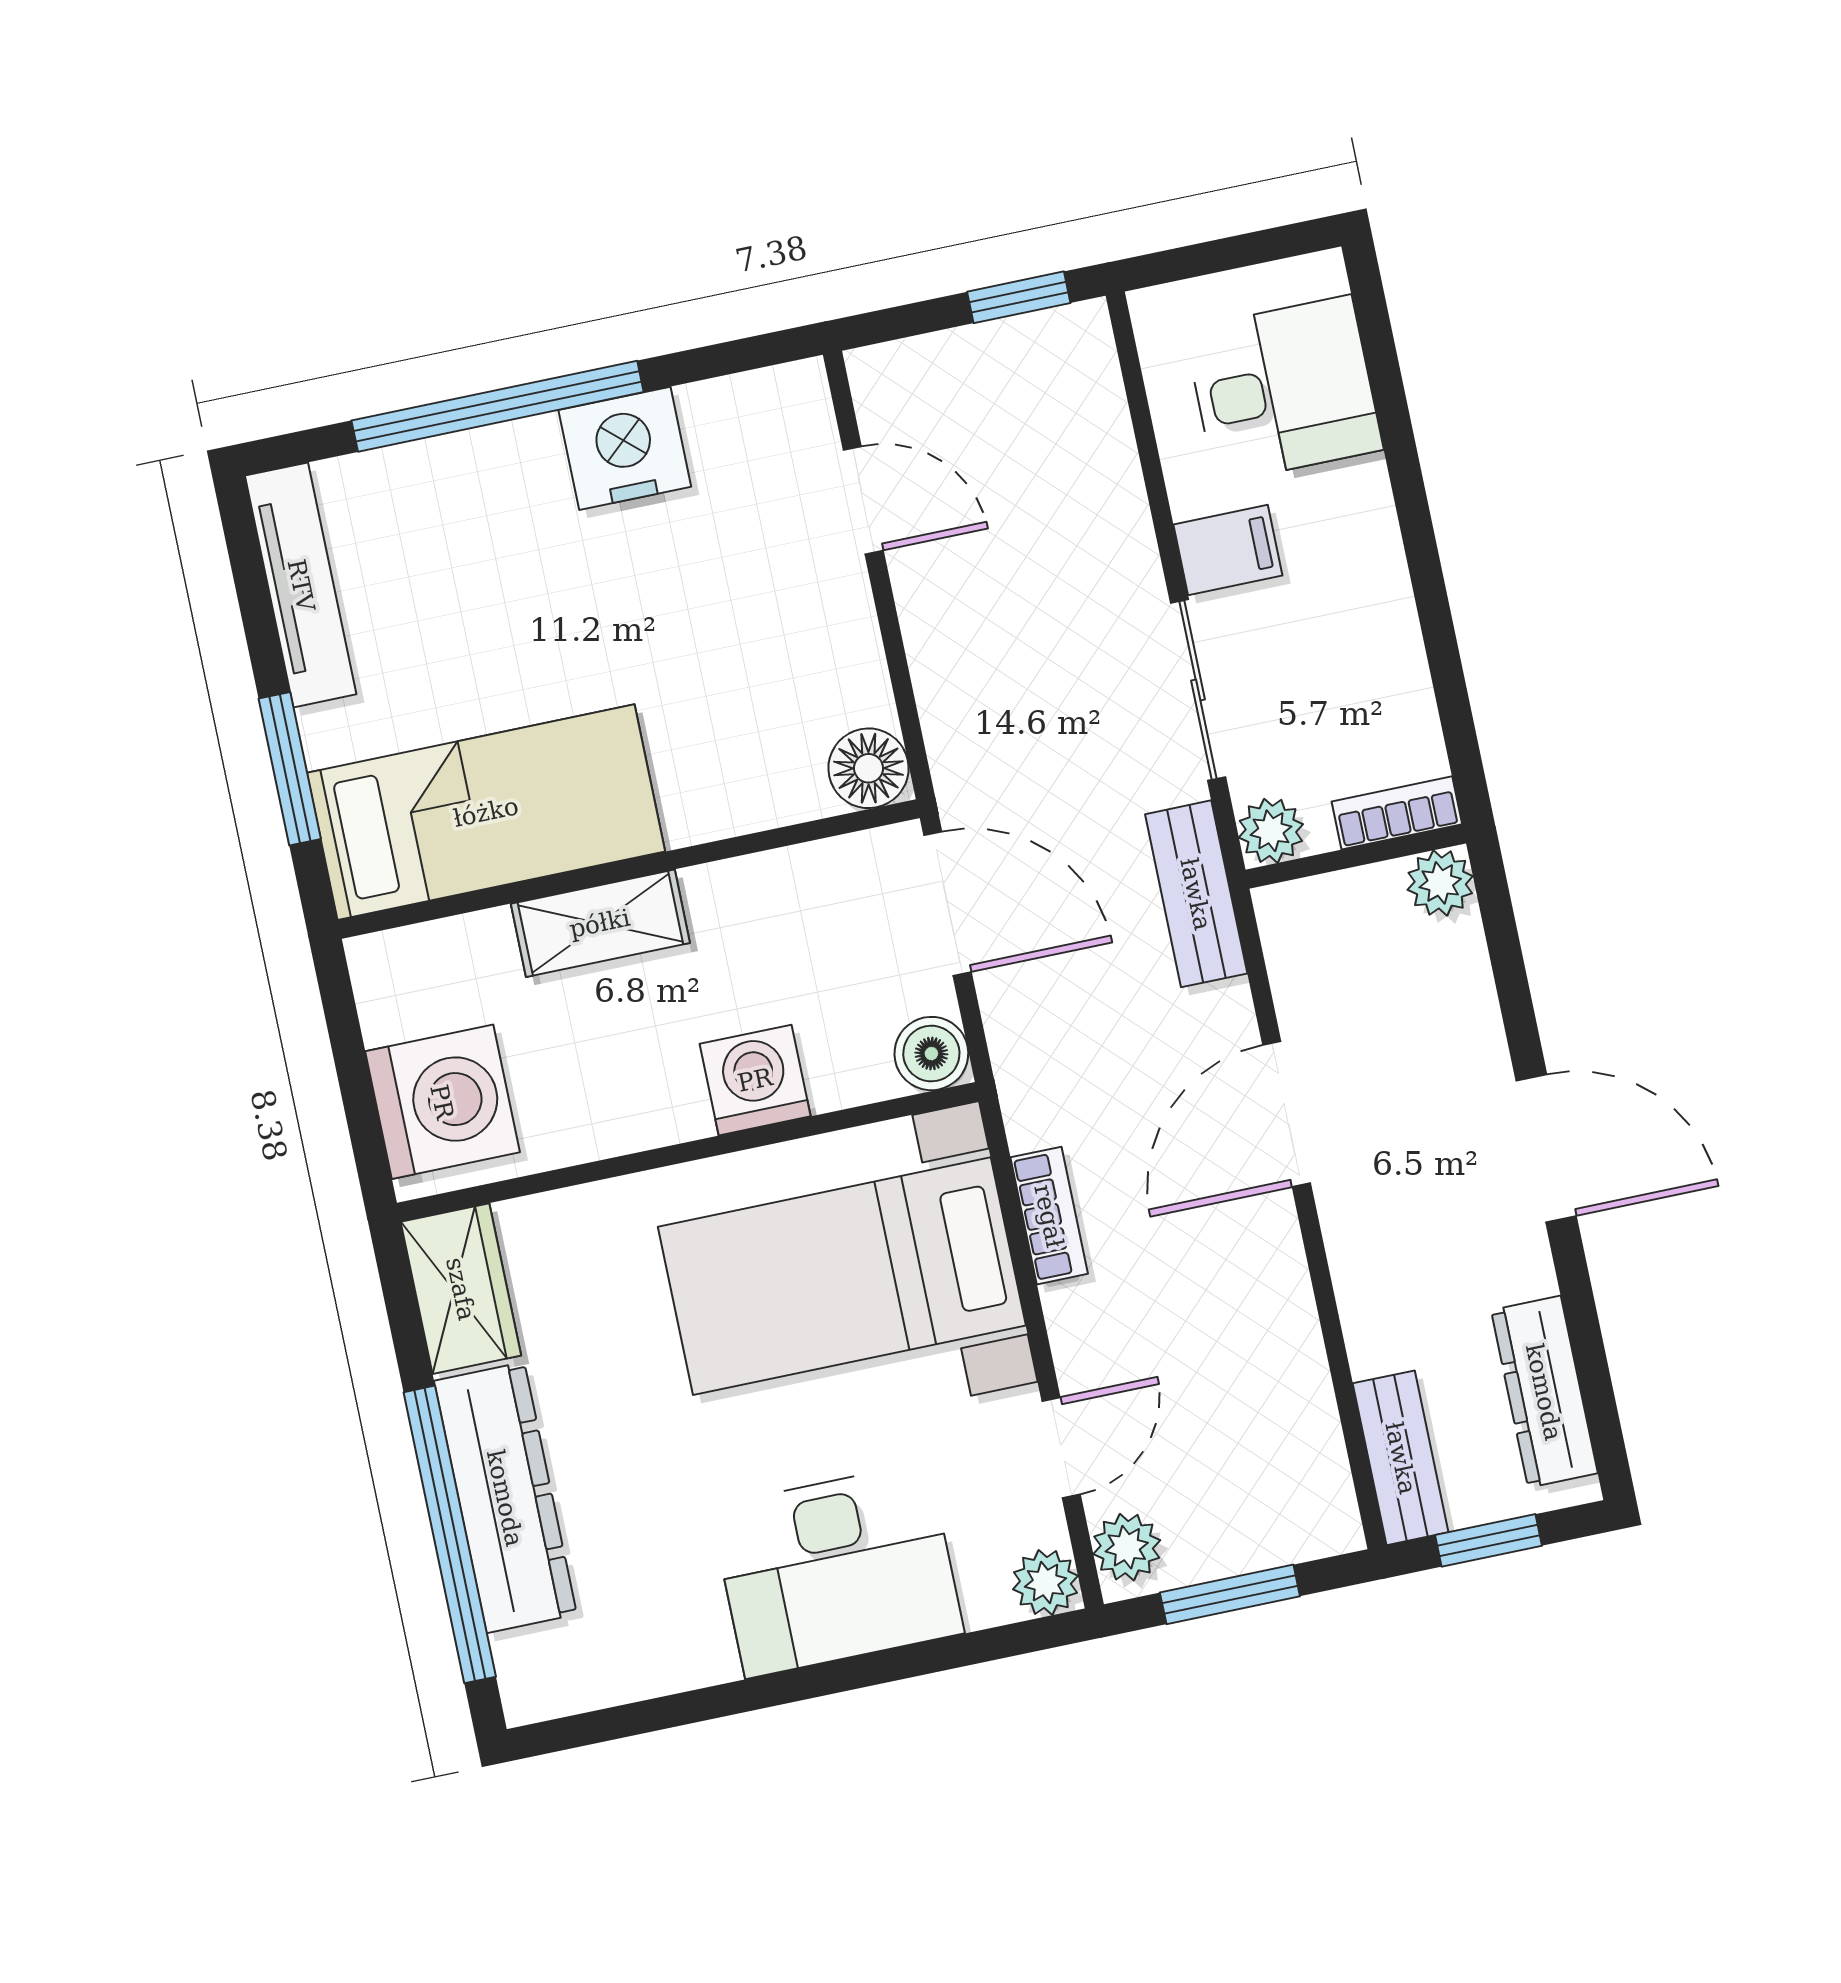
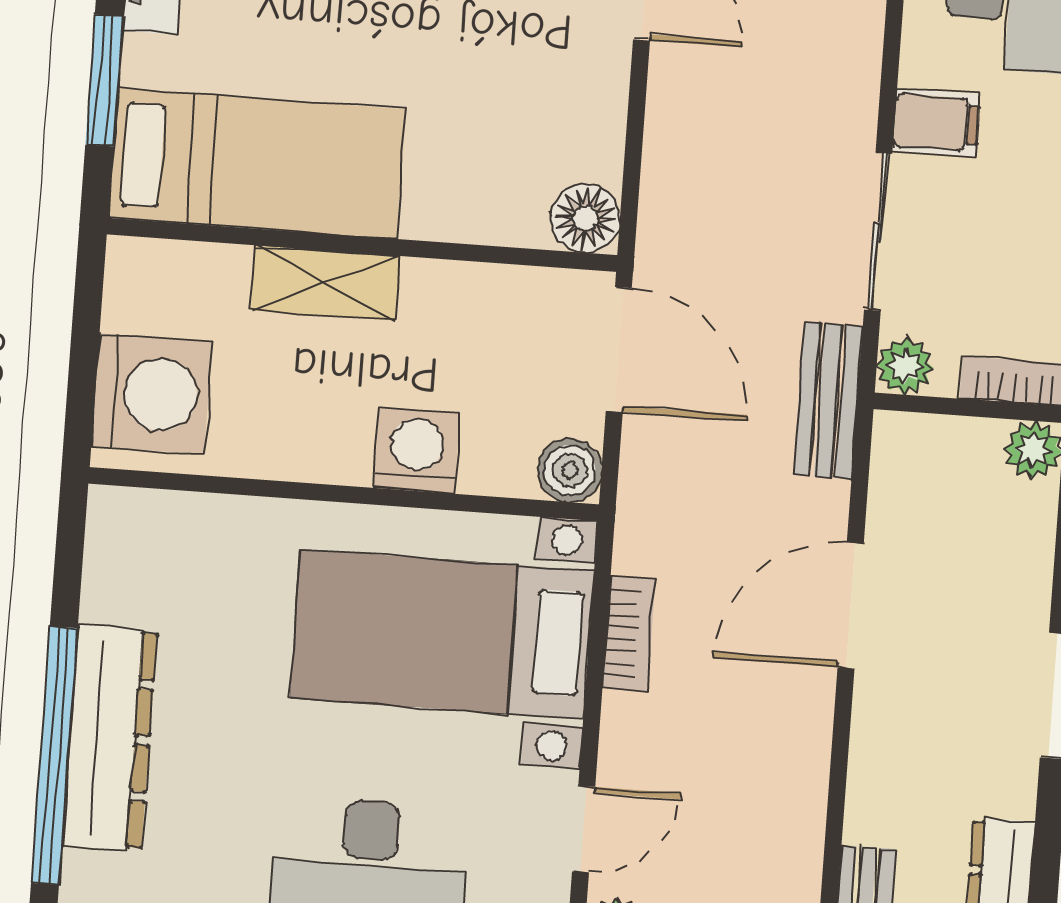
wardrobe: (461, 1289) -> (122, 554), removed

